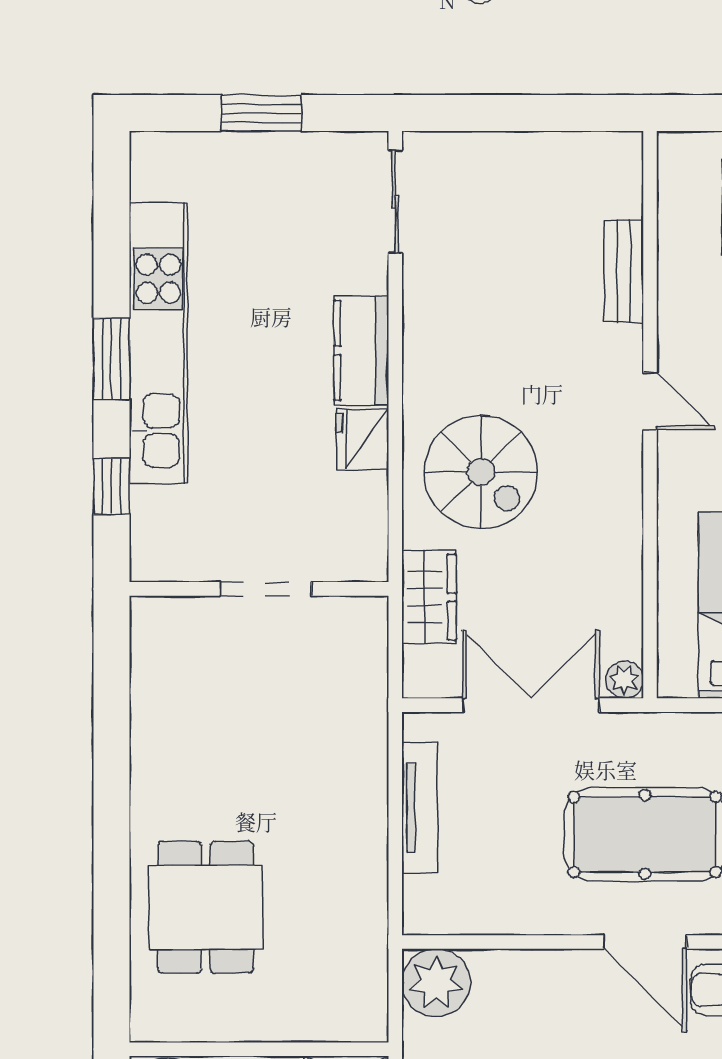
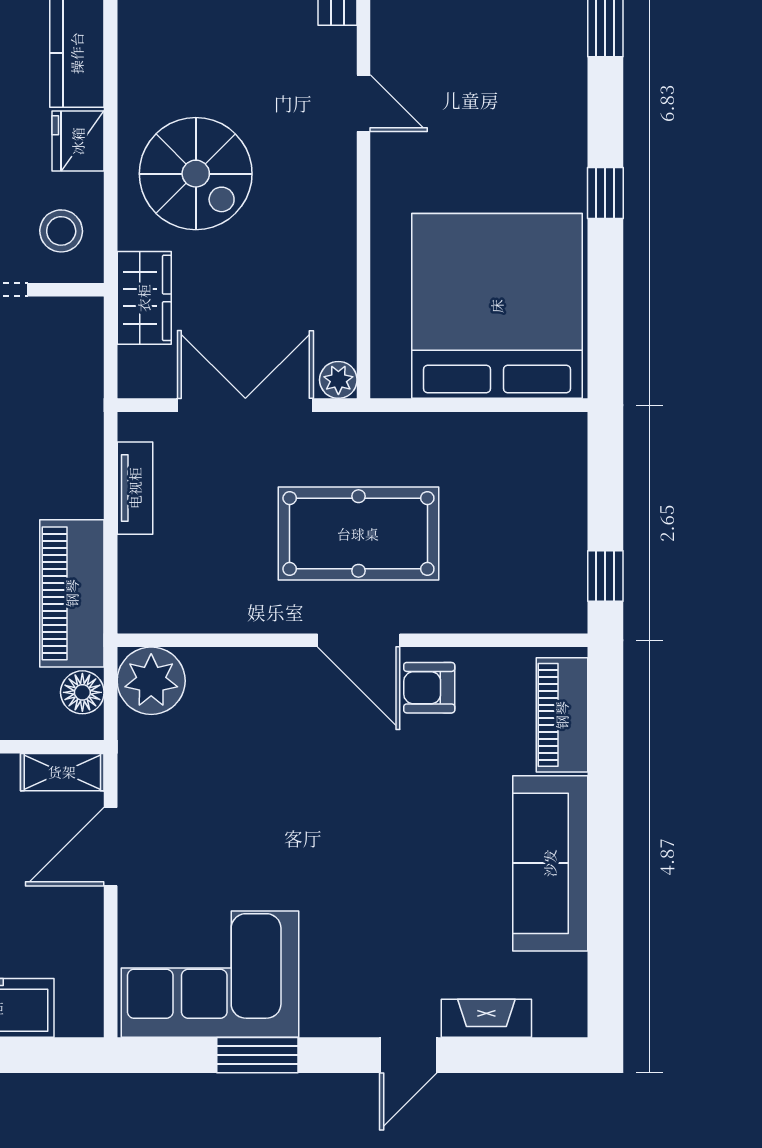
stool: (345, 530) -> (61, 231), added
tv unit: (420, 808) -> (135, 488), width x0.71
piano: (356, 895) -> (72, 593), added
floor lamp: (367, 994) -> (82, 692), added

